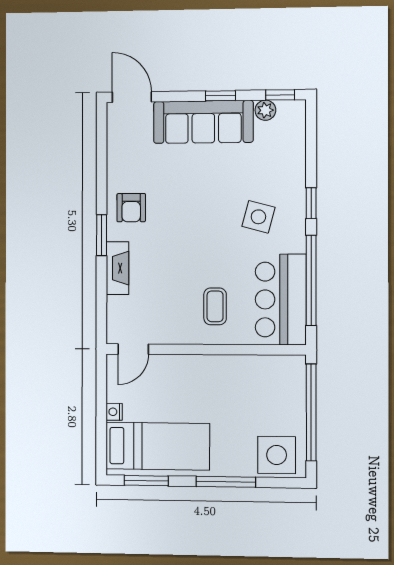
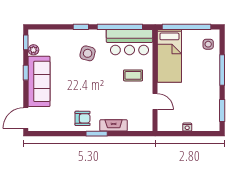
door: (133, 349) -> (155, 102), moved
bed: (158, 446) -> (169, 56), moved, turned 180
side table: (277, 455) -> (208, 44), width x0.54, depth x0.54

